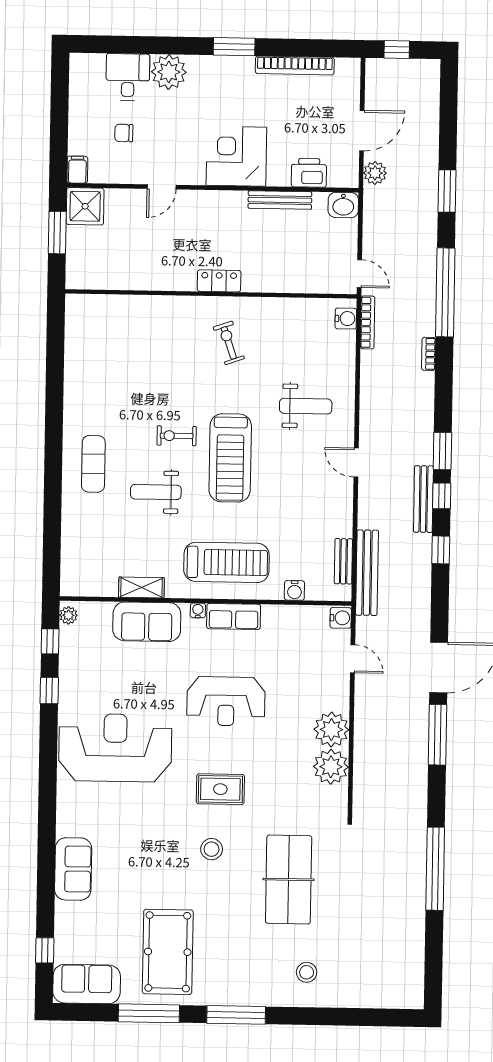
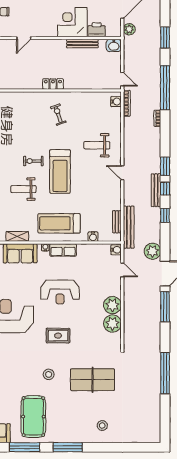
corner desk: (236, 156) -> (72, 22), moved
weight bench: (306, 406) -> (97, 145), turned 180
treadmill: (226, 562) -> (59, 223), turned 180
plant: (414, 622) -> (152, 251), added
stool: (212, 849) -> (49, 374), moved
table tennis table: (289, 879) -> (93, 380), turned 90

